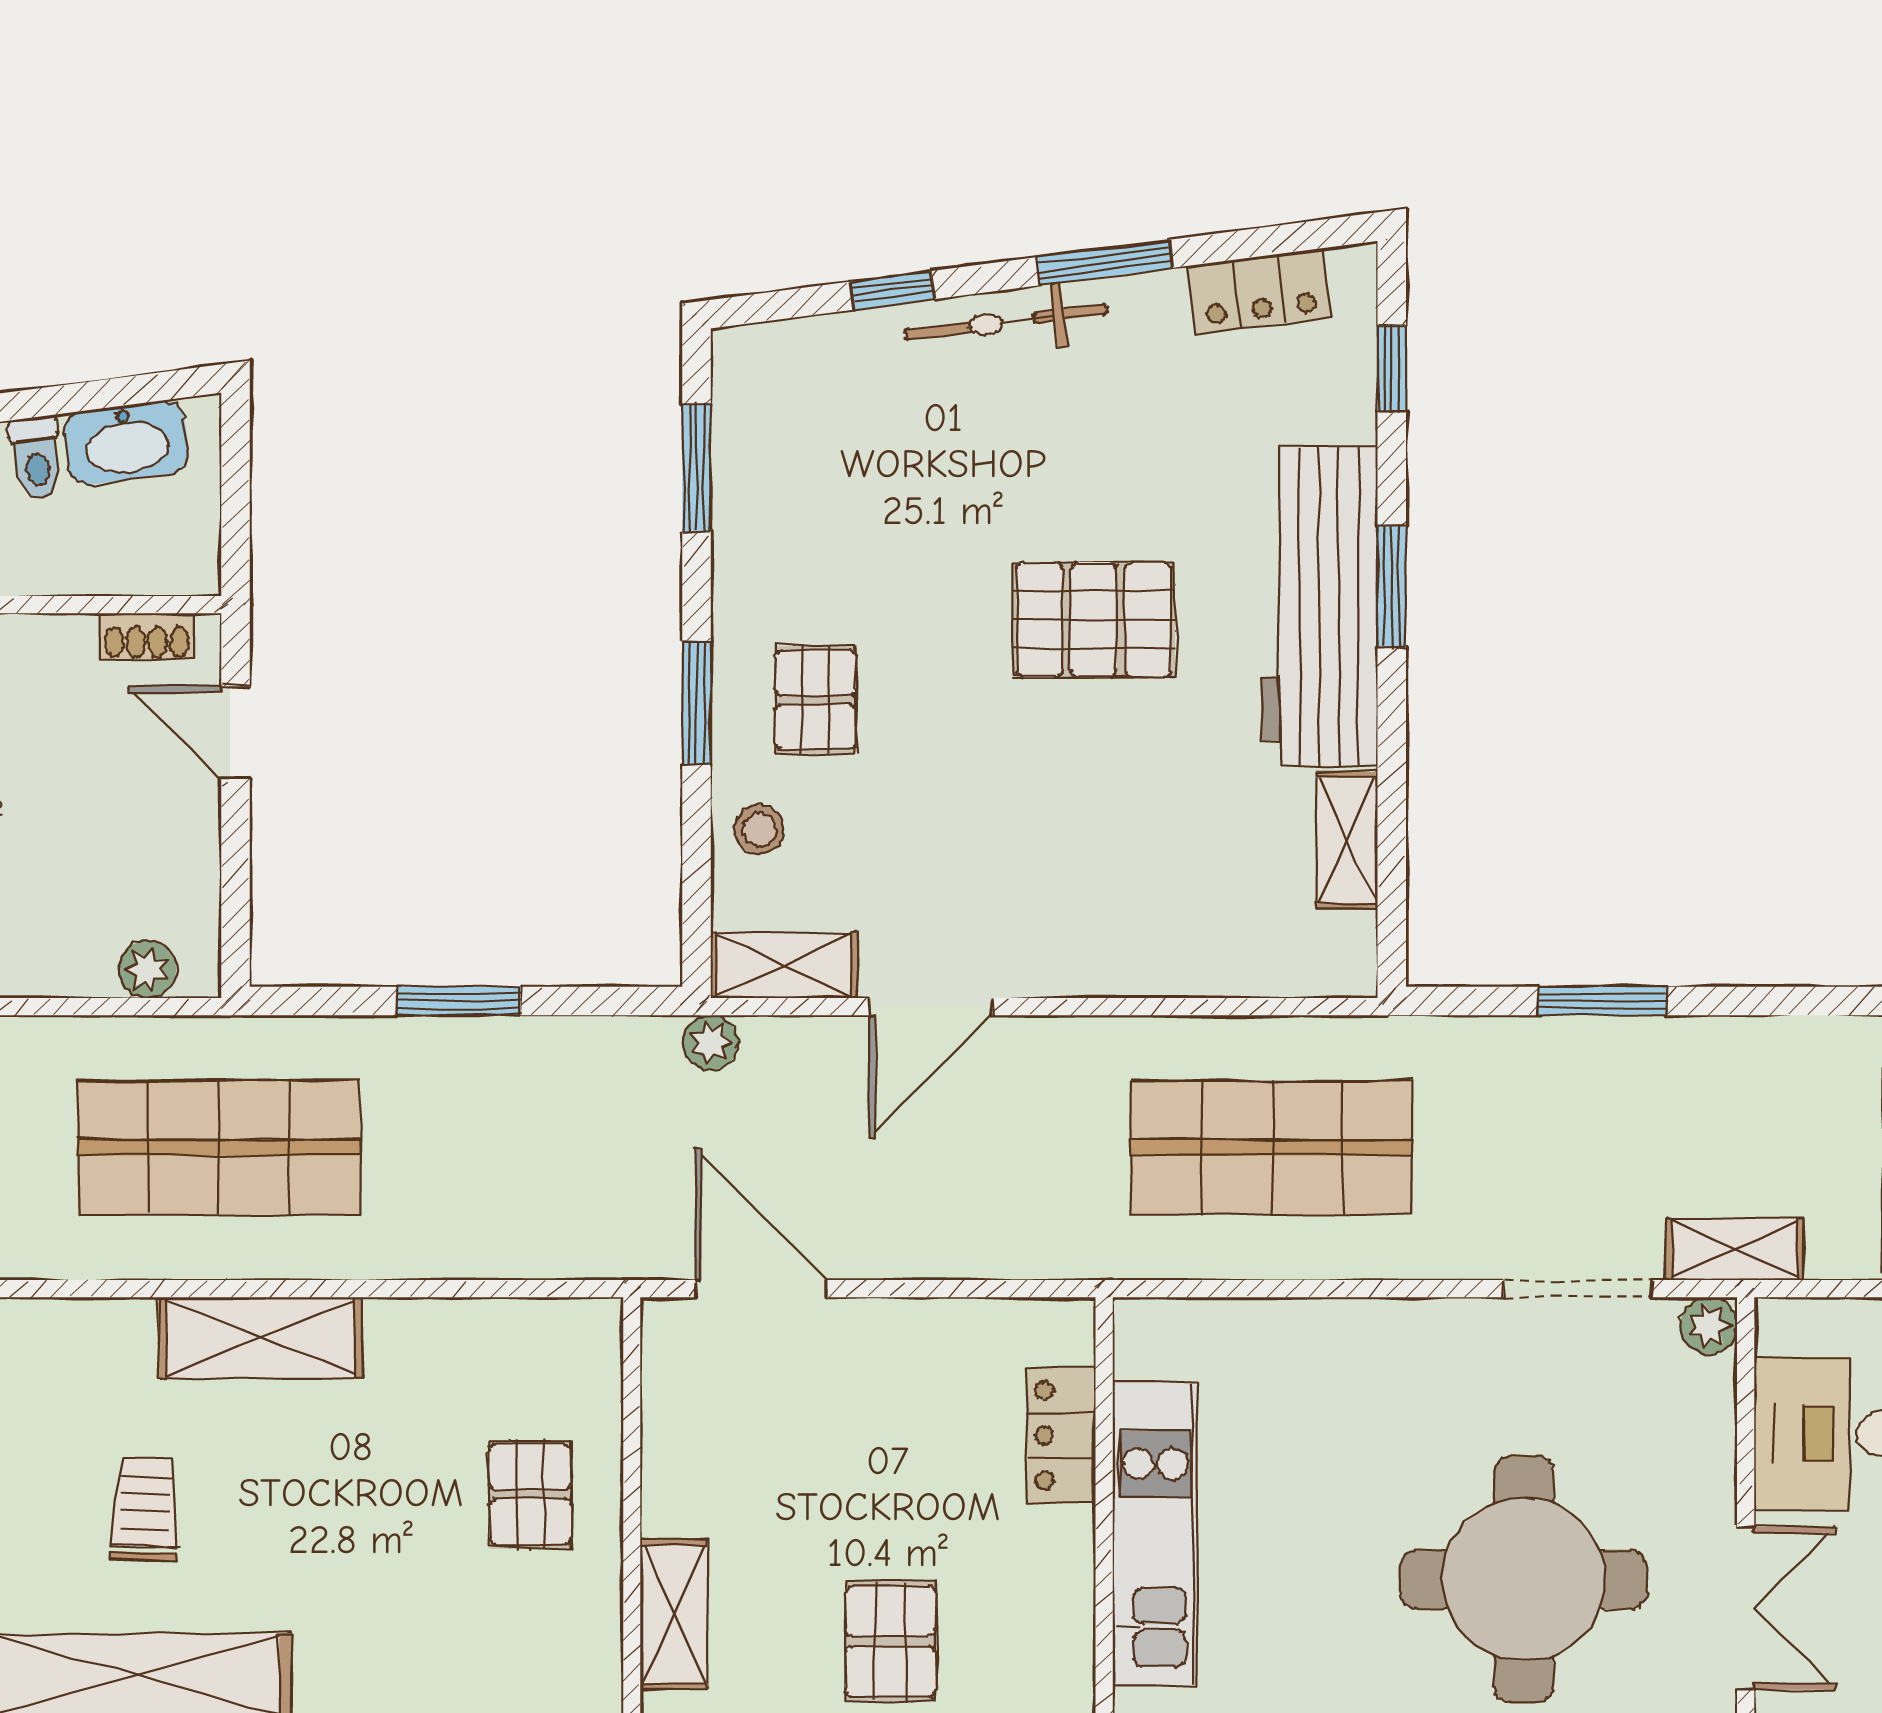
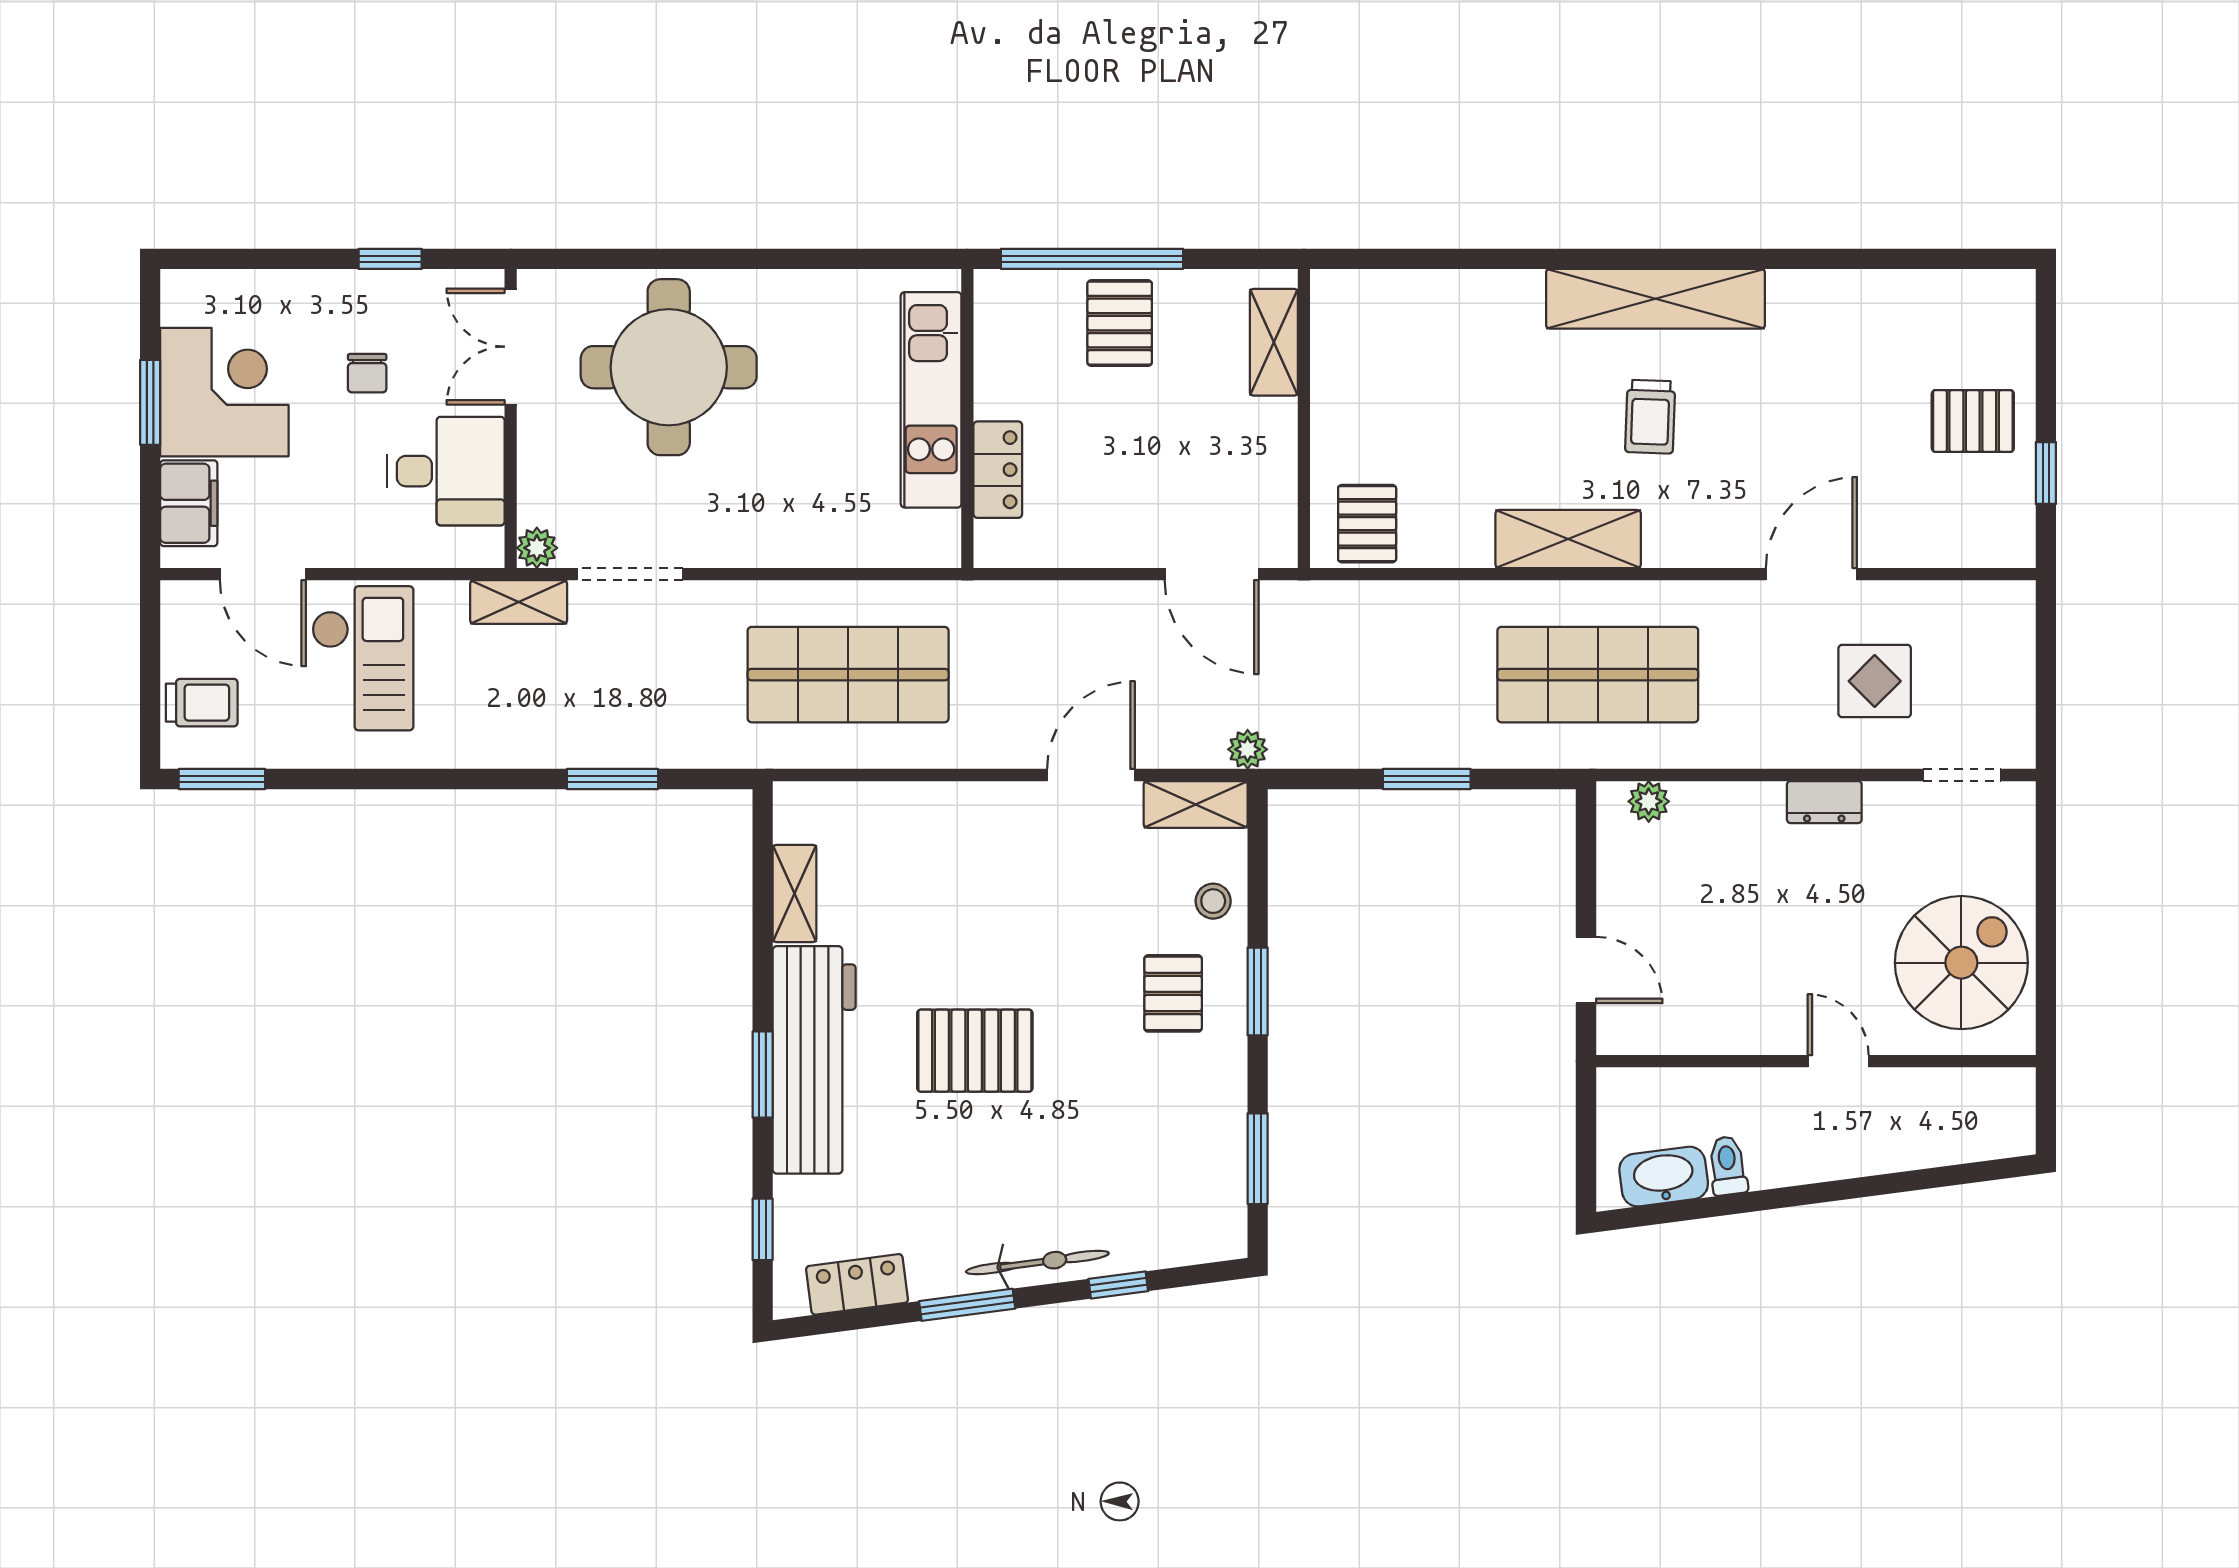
shoe rack: (147, 636) -> (1649, 1039), removed
pallet: (530, 1494) -> (1367, 524), moved

